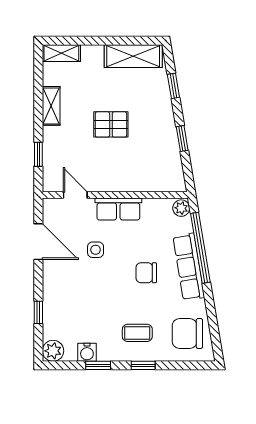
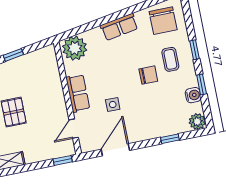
window: (38, 154) -> (63, 160), moved
plant: (181, 208) -> (75, 48), width x1.87, depth x1.87
window: (200, 248) -> (95, 24), removed
row of seats: (189, 267) -> (119, 27), width x0.68
chair: (146, 273) -> (148, 75), moved, turned -90

